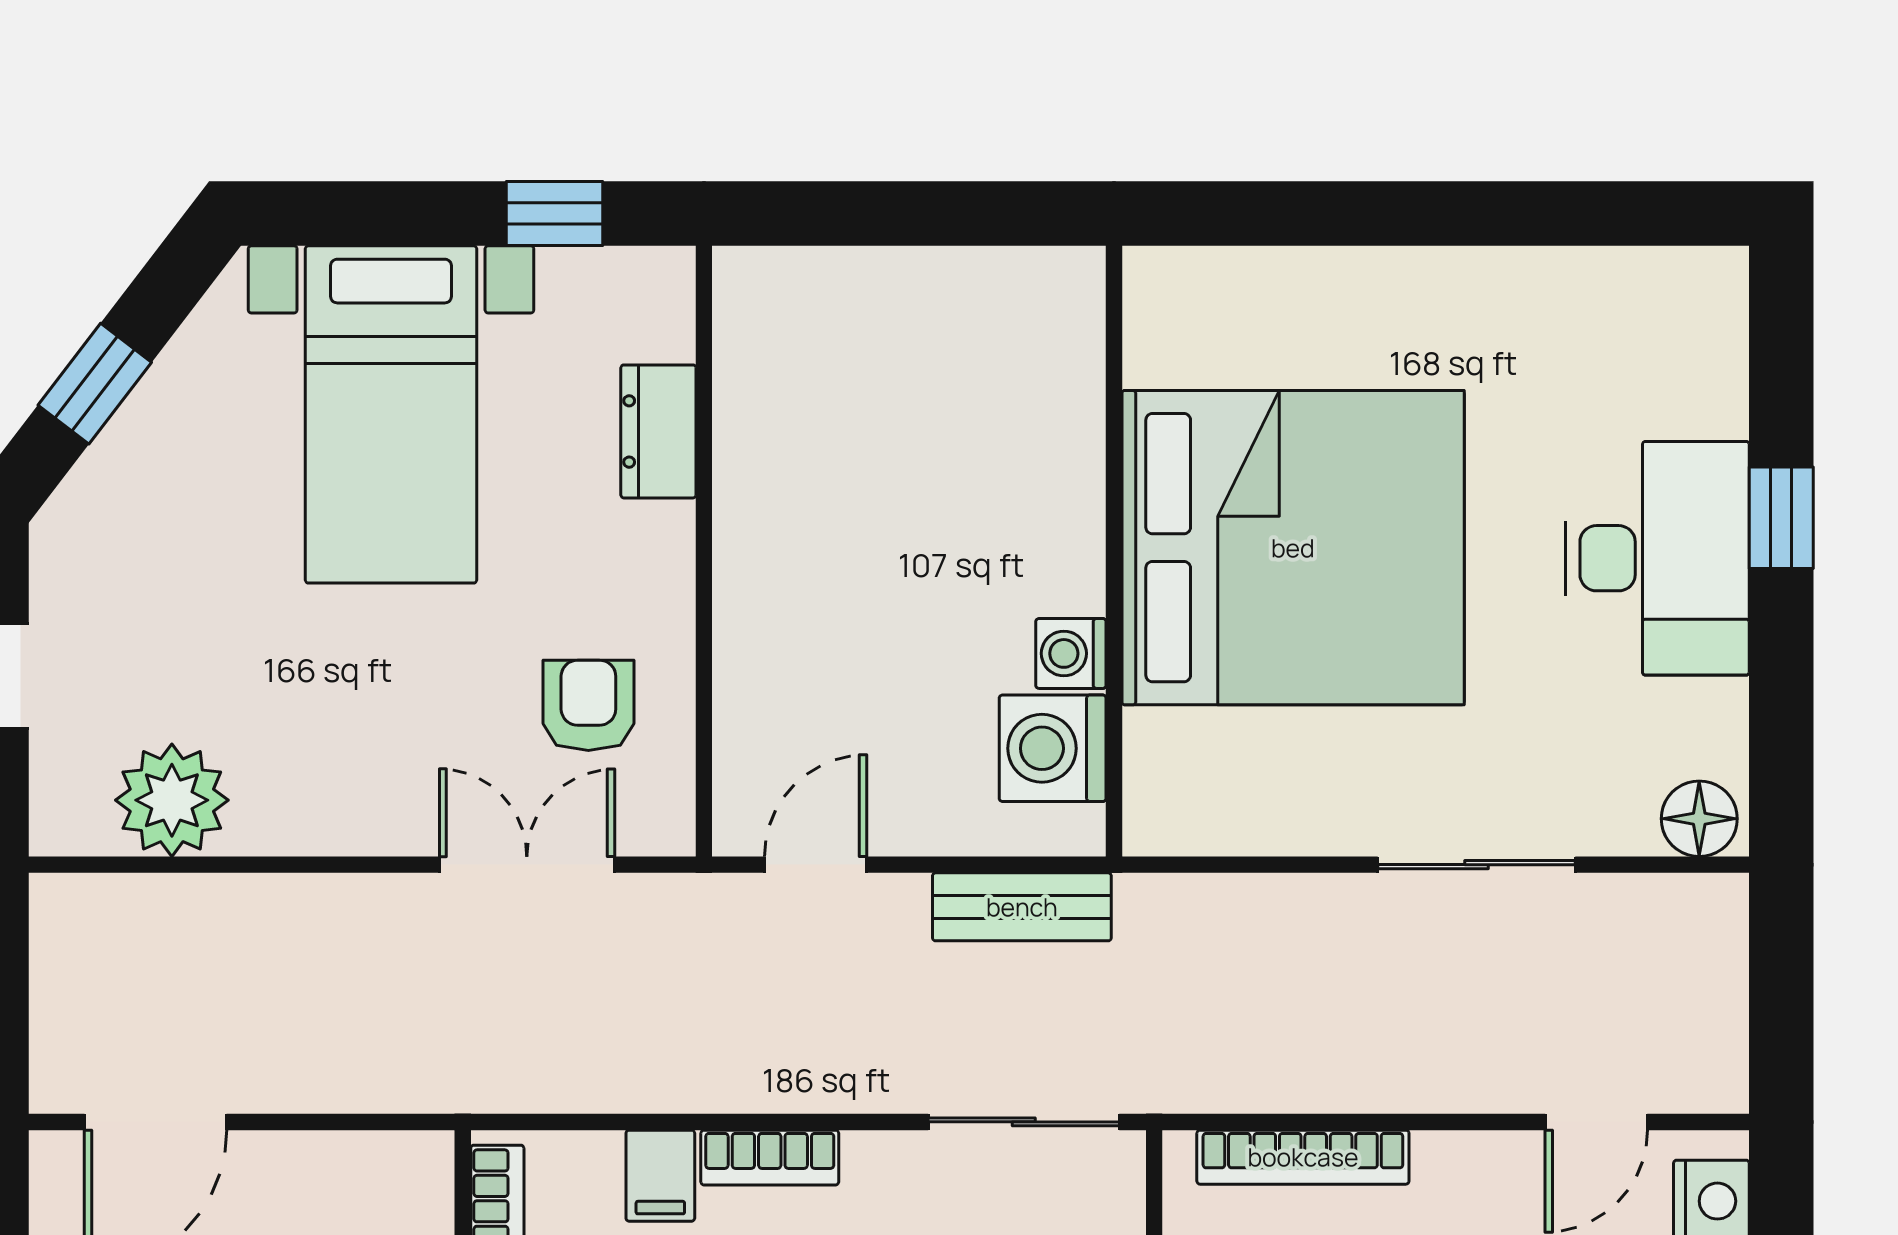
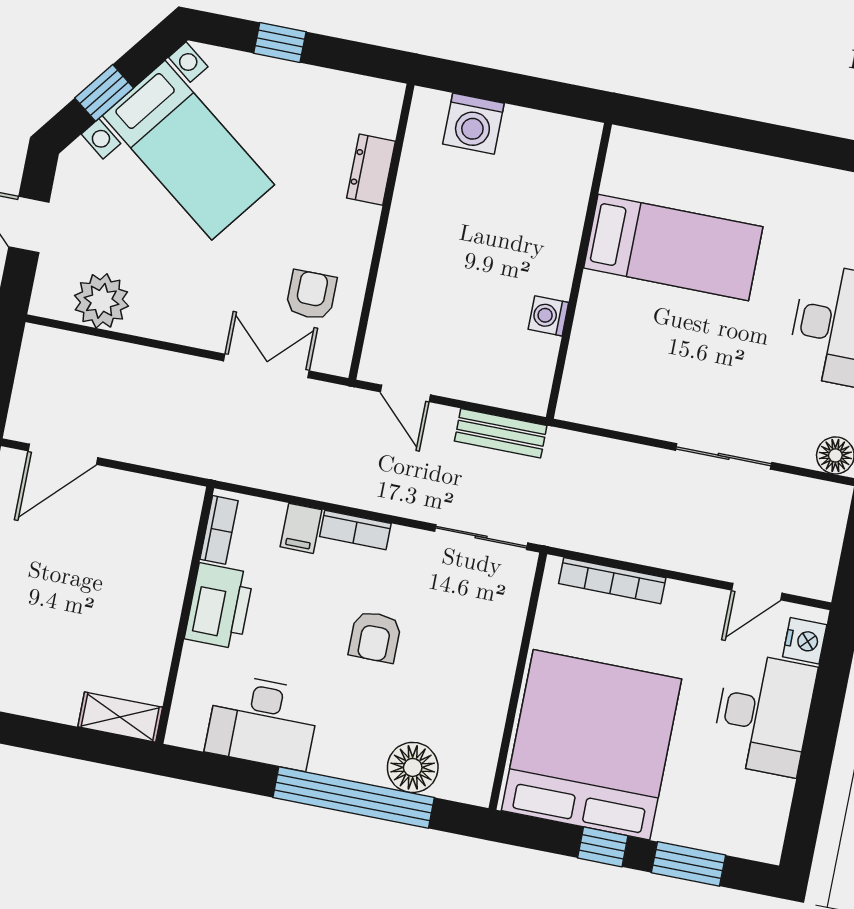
window: (555, 213) -> (280, 43), moved
bed with nightstands: (391, 414) -> (188, 150), moved, turned -53
bed: (1293, 548) -> (673, 247), width x0.49
washing machine: (1053, 748) -> (473, 124), moved, turned -90
door: (816, 865) -> (405, 393), swing flipped

